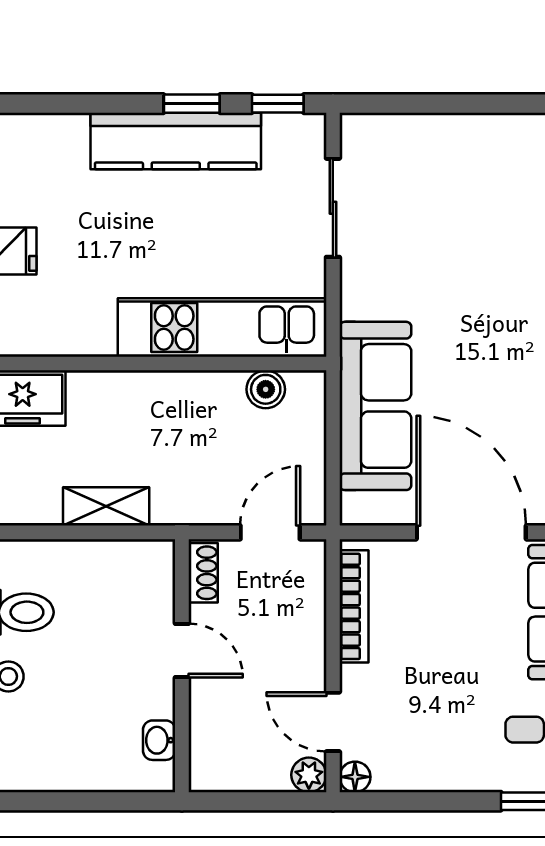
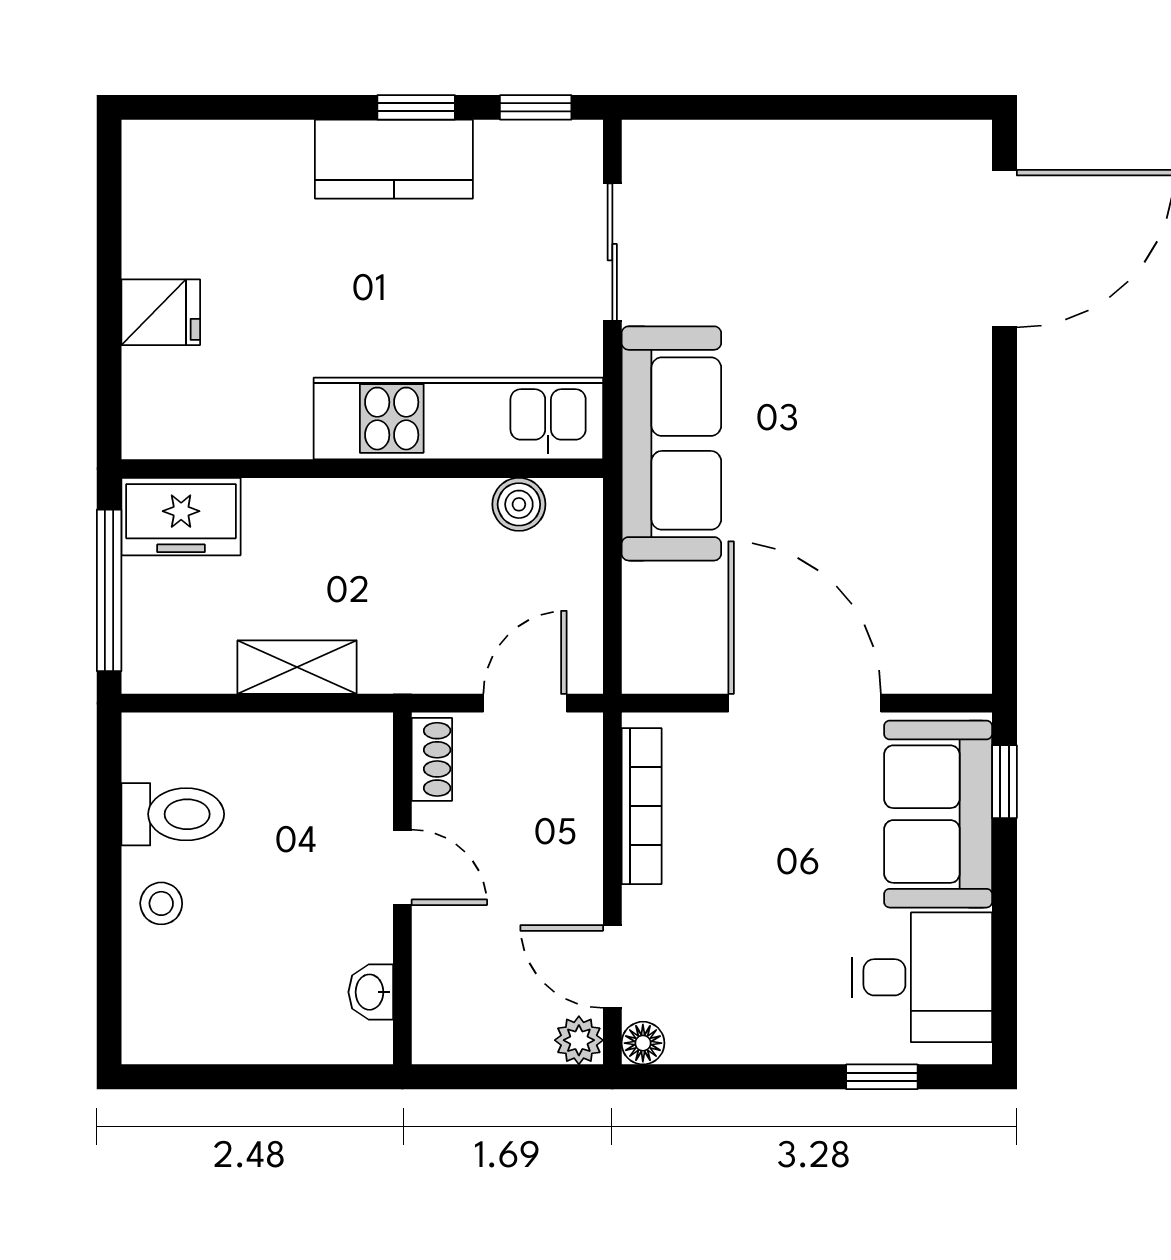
kitchen counter: (176, 141) -> (394, 159), width x0.67
sofa: (375, 406) -> (671, 443), moved

